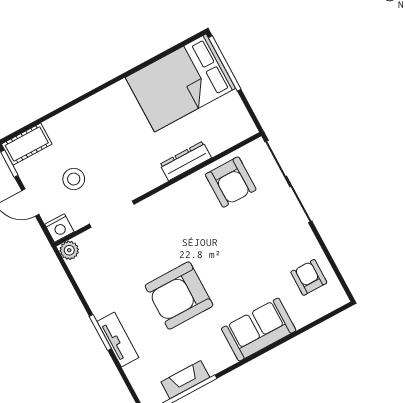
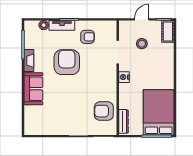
dresser: (186, 161) -> (124, 121), moved
nightstand: (59, 228) -> (124, 77), moved
plant: (69, 250) -> (44, 25), moved
armchair: (309, 277) -> (87, 37), moved
fireplace: (185, 380) -> (29, 61), moved

